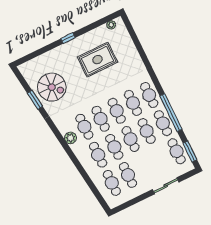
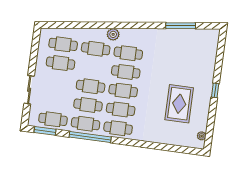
spiral stairs: (52, 87) -> (182, 48), removed
window: (35, 100) -> (181, 26), width x1.44
plant: (70, 138) -> (113, 34), moved
cafe table: (114, 147) -> (93, 68), removed

